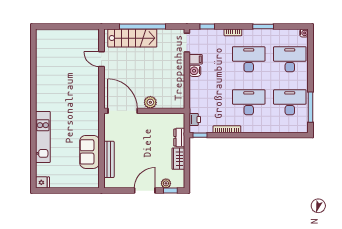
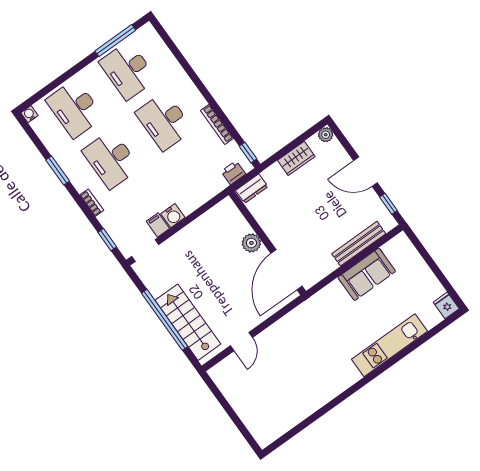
dresser: (179, 137) -> (252, 189), moved
plant: (166, 183) -> (326, 135), moved
window: (170, 191) -> (388, 204), moved

